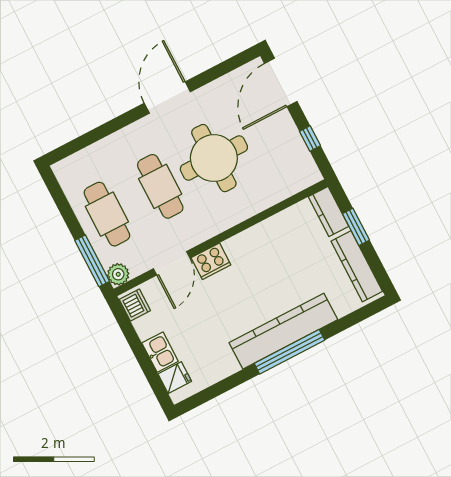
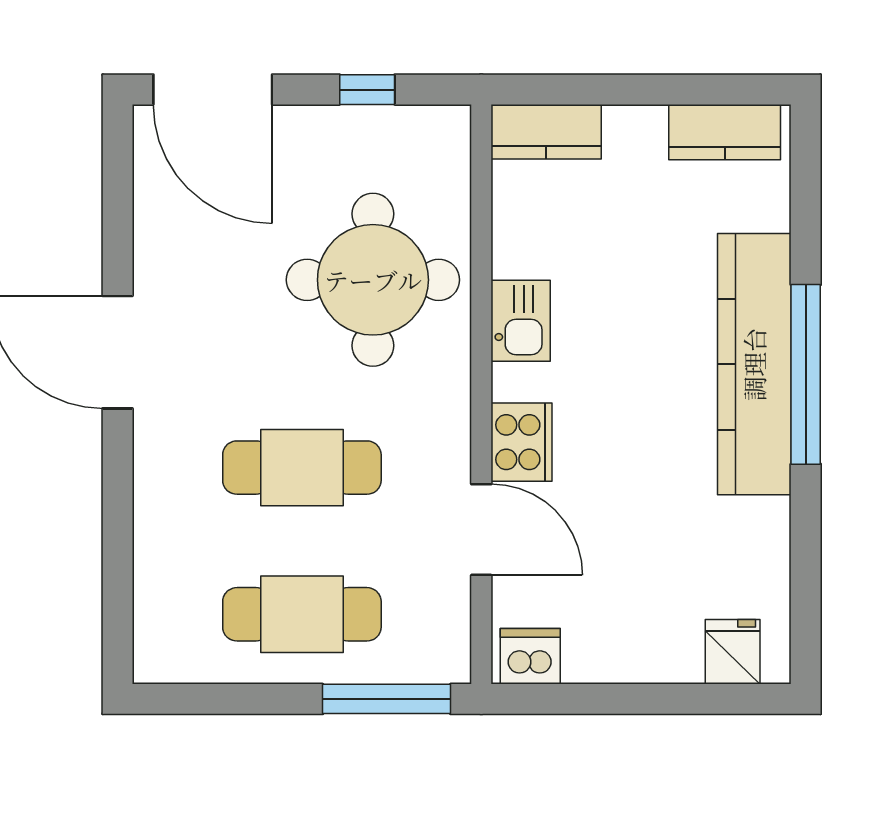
round table: (214, 158) -> (373, 280), moved
window: (356, 227) -> (610, 90), removed
kitchen counter: (357, 266) -> (725, 132), width x0.67
plant: (118, 274) -> (445, 658), removed
kitchen sink: (160, 352) -> (521, 321), moved, turned 90

